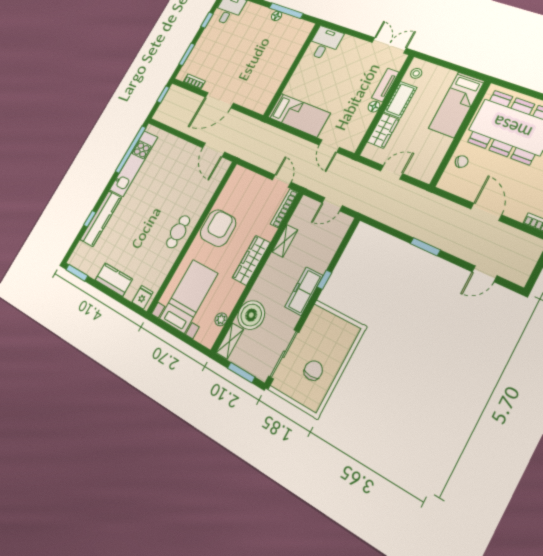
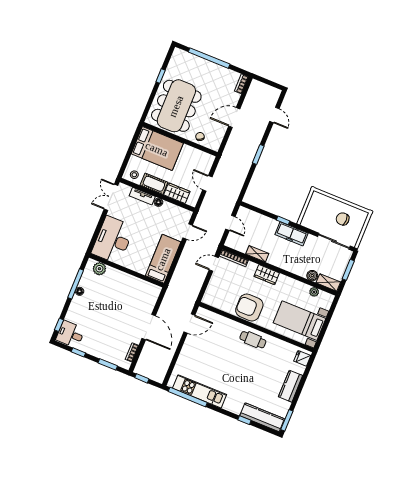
plant: (300, 37) -> (99, 269), added
desk: (325, 43) -> (113, 240), width x1.87, depth x1.30
bed: (456, 105) -> (157, 149), width x1.50
kitchen counter: (101, 219) -> (262, 417), moved
wardrobe: (251, 260) -> (267, 275), width x0.67
boiler: (251, 315) -> (312, 276), width x0.54, depth x0.54

